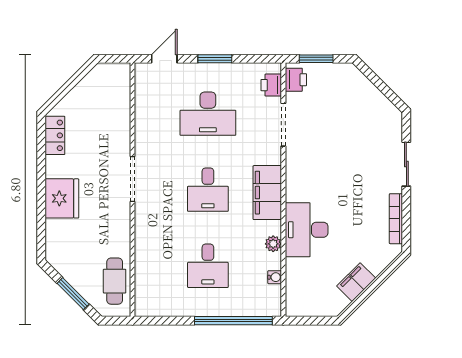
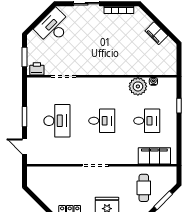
printer: (271, 85) -> (40, 83), removed
filing cabinet: (267, 193) -> (154, 156), moved, turned 180
desk: (307, 230) -> (53, 27), moved, turned 135
plant: (273, 244) -> (138, 86), width x1.88, depth x1.88
cafe table: (115, 281) -> (144, 188), moved, turned 90
window: (233, 321) -> (179, 106), width x0.32

